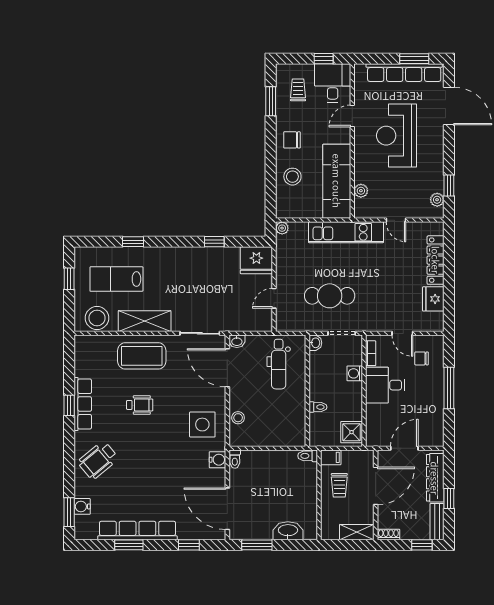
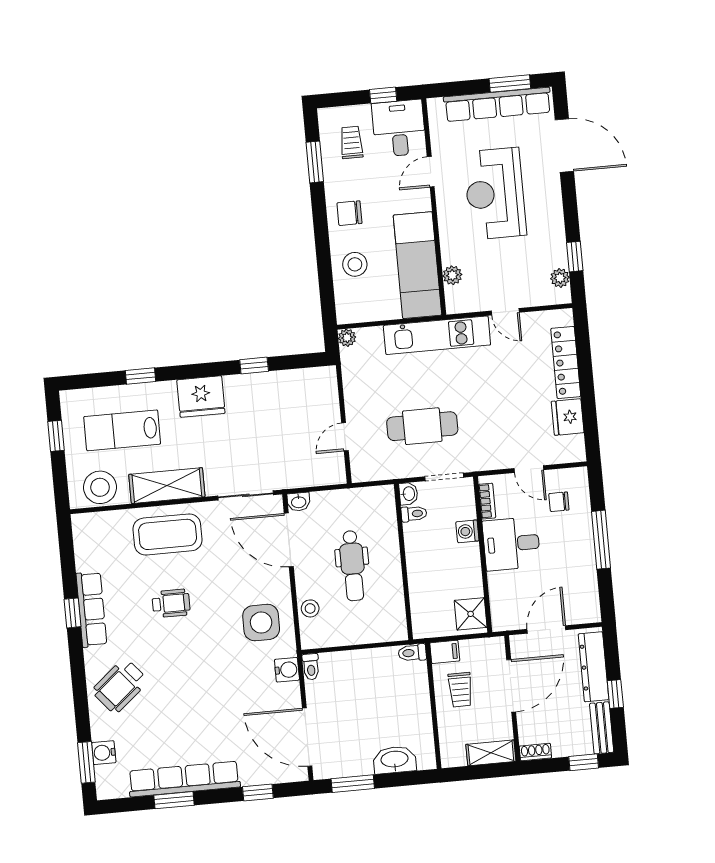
fridge: (256, 260) -> (201, 397), moved
dental chair: (279, 364) -> (353, 566), moved
toilet: (318, 407) -> (414, 514), moved

